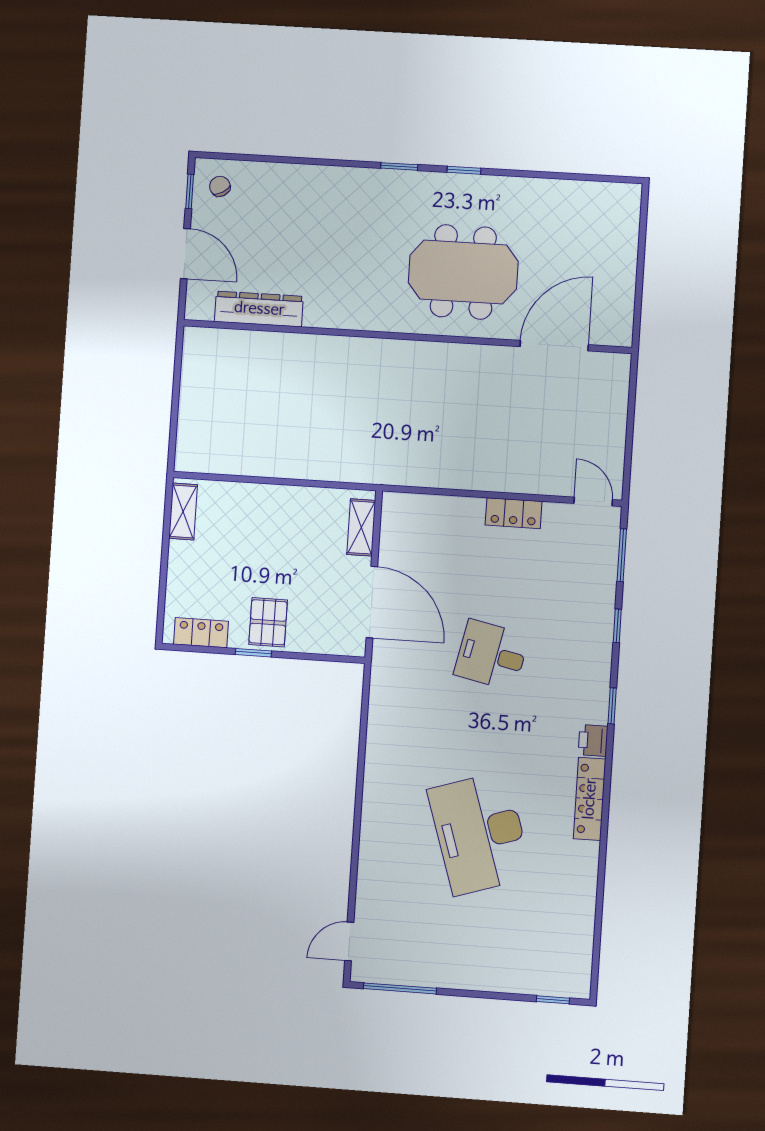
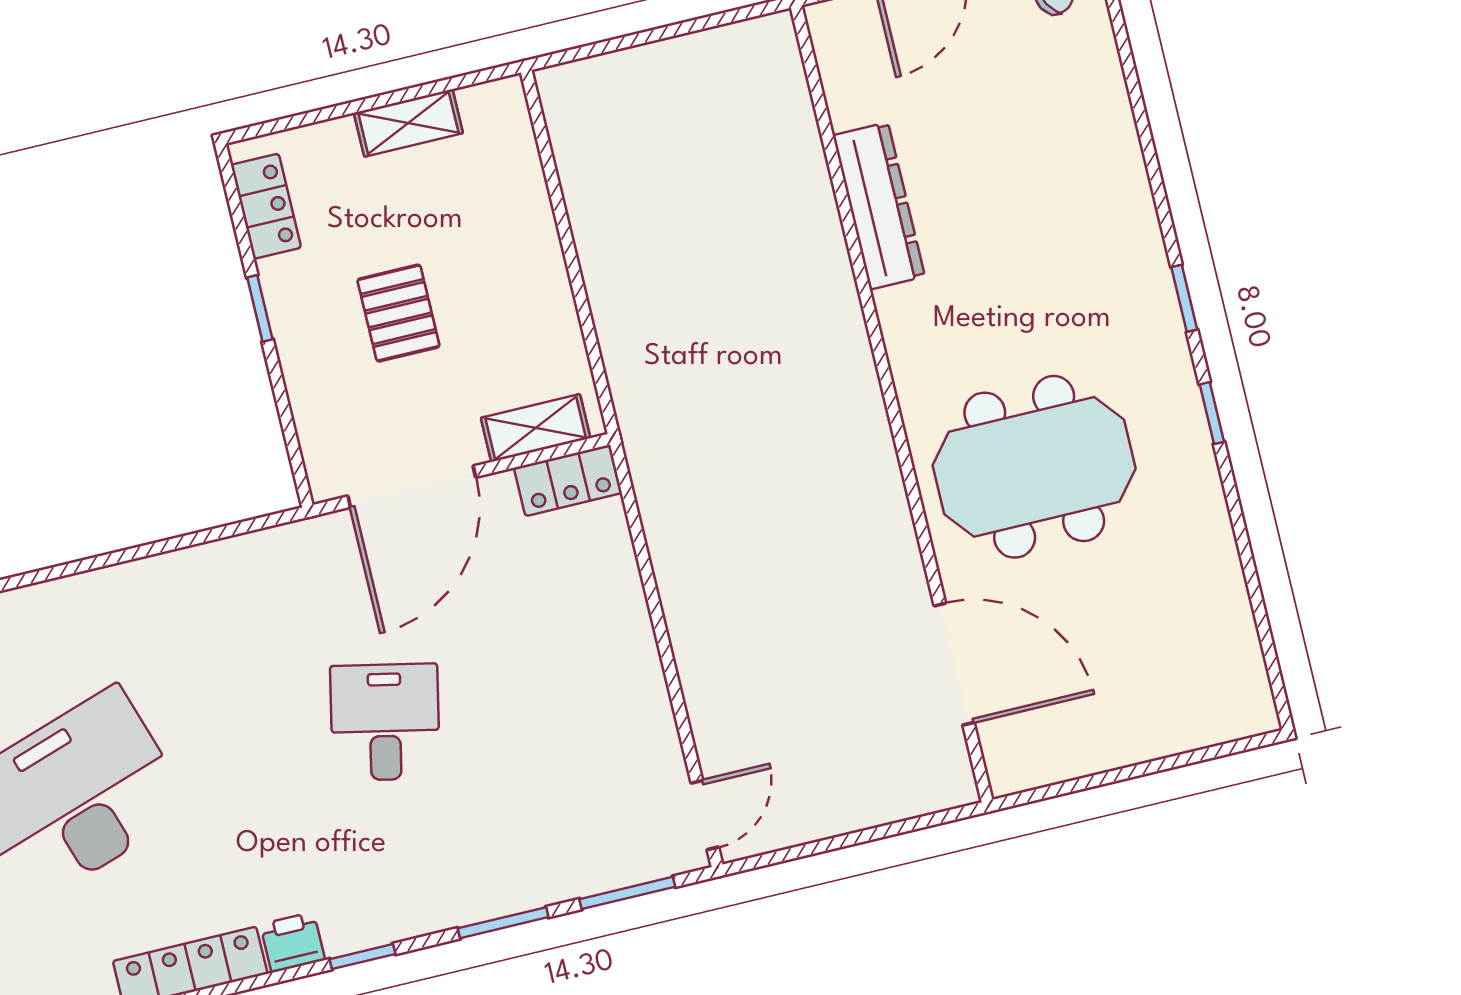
meeting table: (463, 272) -> (1034, 467), turned 90
dresser: (259, 309) -> (879, 206), moved
shelving: (183, 512) -> (408, 123), moved
locker: (514, 513) -> (568, 480), moved, turned -90
pallet: (268, 622) -> (398, 313), moved, turned 90
window: (617, 626) -> (503, 923), width x1.50

